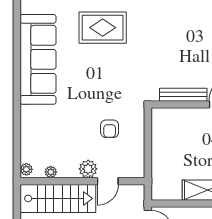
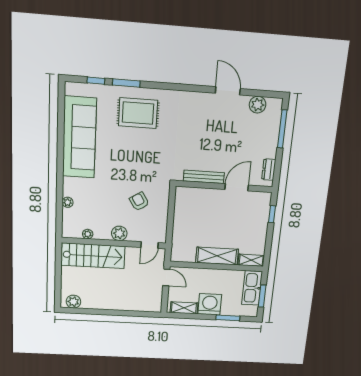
armchair: (110, 129) -> (139, 201), turned 148
plant: (26, 169) -> (68, 202), moved
door: (108, 181) -> (150, 245), moved

